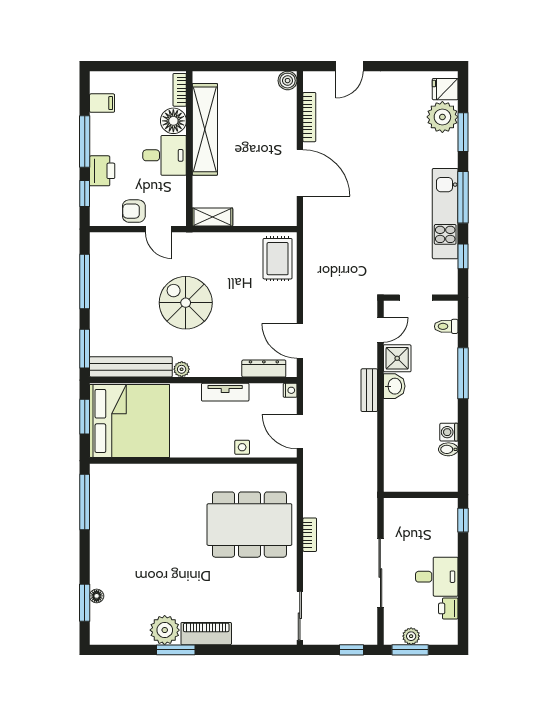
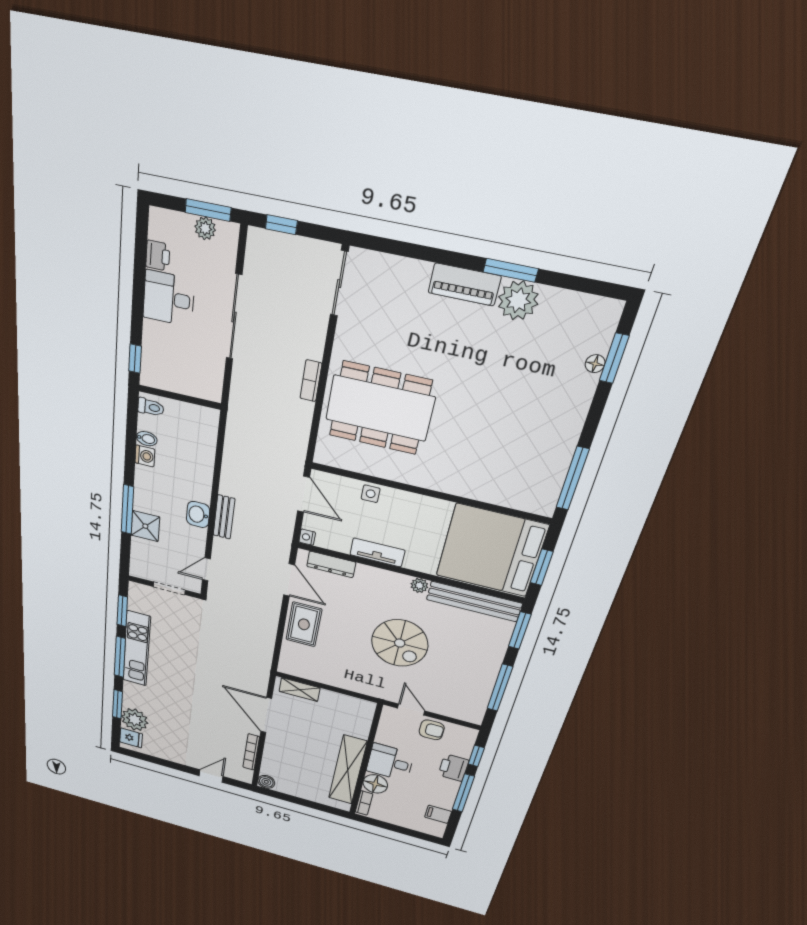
shelving: (212, 217) -> (299, 690), moved
window: (463, 256) -> (122, 611), width x1.50
rug: (278, 259) -> (304, 624), moved
toilet: (446, 326) -> (151, 407), moved
shower: (397, 358) -> (145, 526), moved

